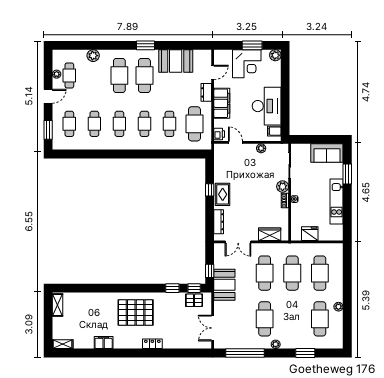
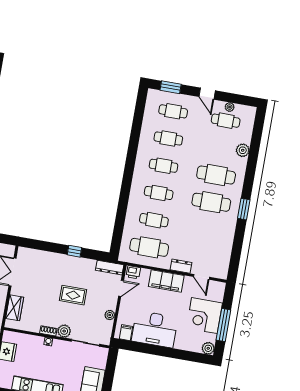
window: (252, 45) -> (223, 325), width x1.44
booth: (176, 61) -> (221, 239), removed
rug: (223, 194) -> (73, 295), moved
dresser: (219, 222) -> (110, 268), moved

